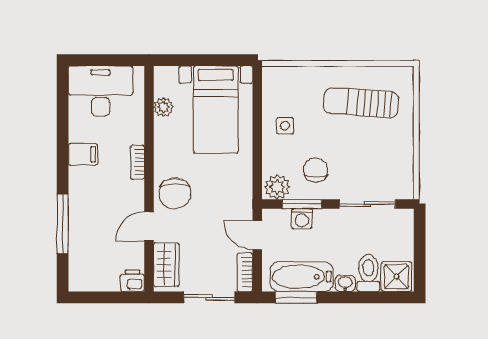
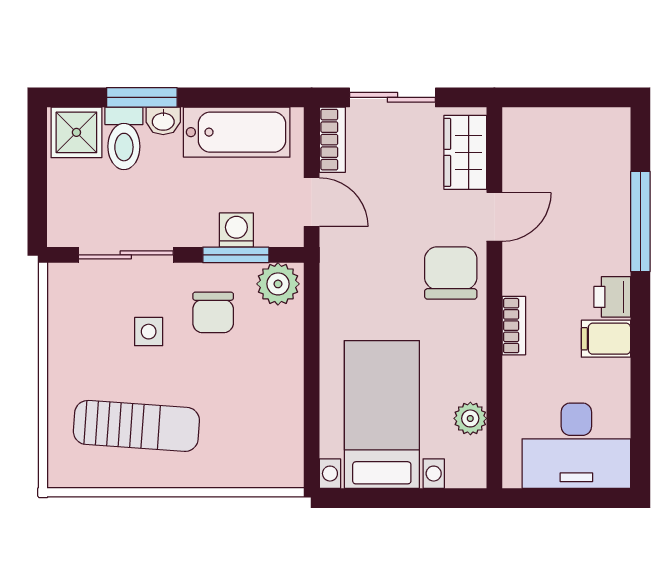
side table: (285, 126) -> (149, 332), moved
printer: (132, 281) -> (612, 297), moved, turned 90
window: (296, 297) -> (142, 97), moved

